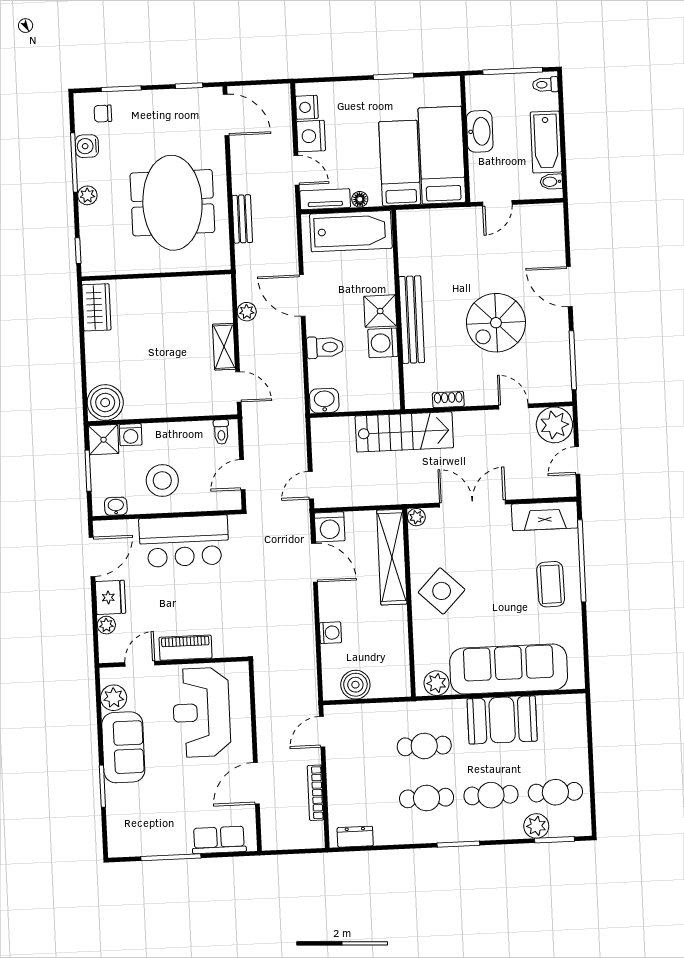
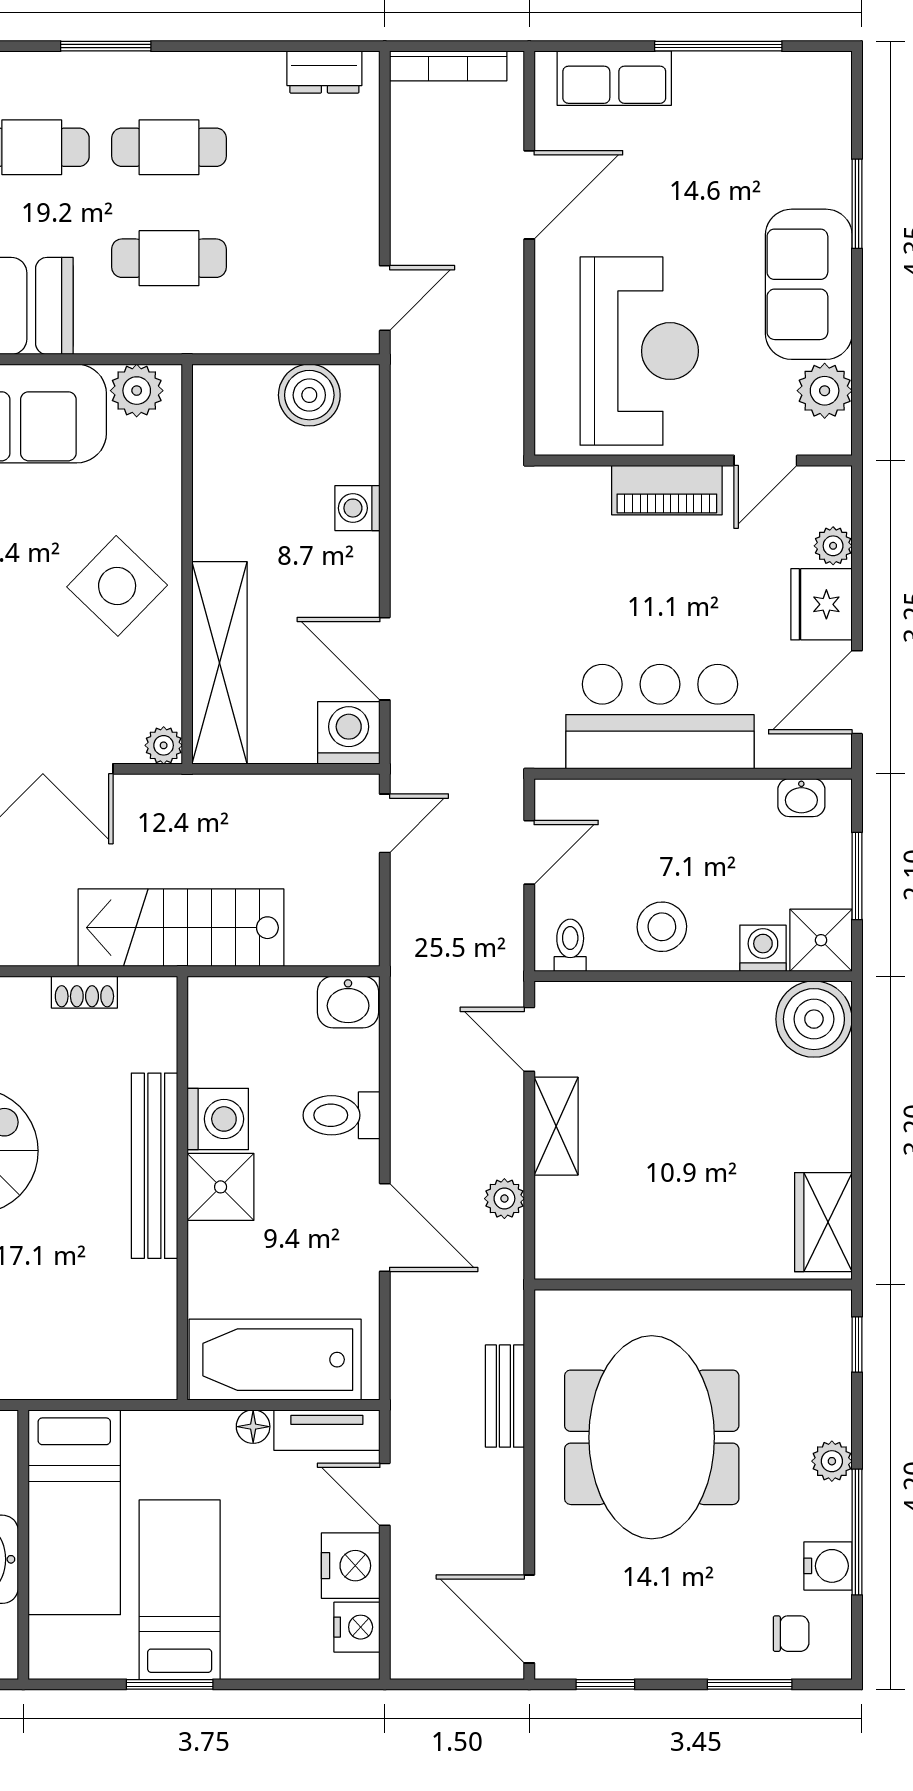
bed: (400, 163) -> (180, 1590), moved, turned 180
stool: (162, 481) -> (662, 927), moved, width x0.73, depth x0.73
bookcase: (316, 793) -> (448, 66), moved, turned 90

